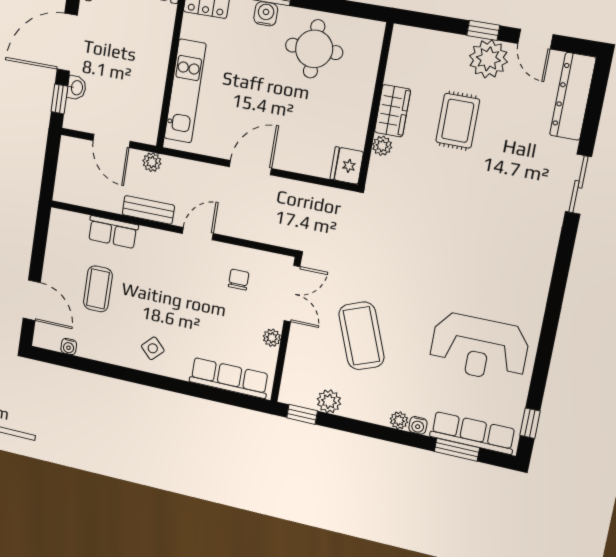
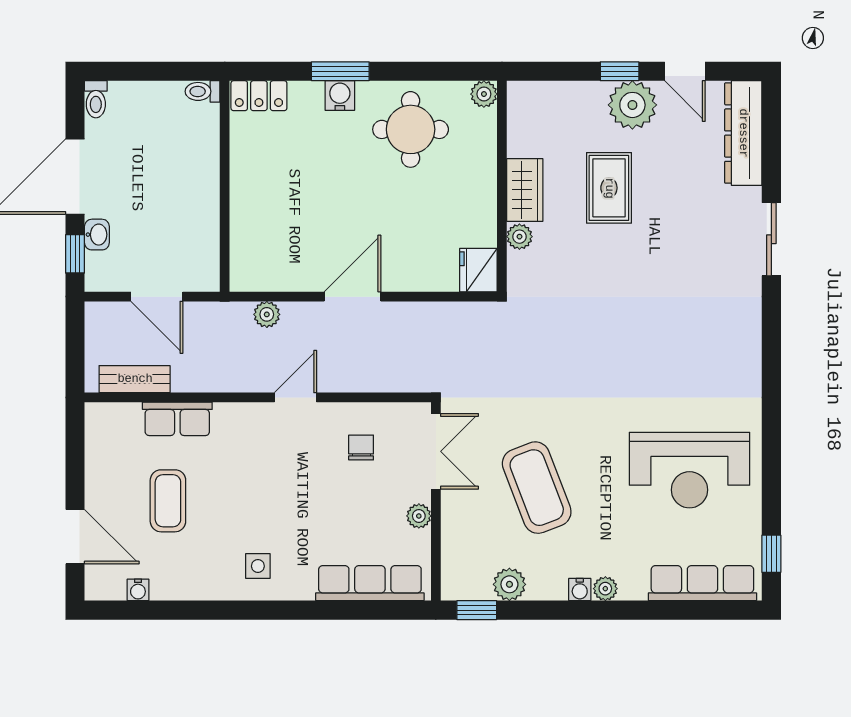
plant: (374, 31) -> (484, 94), added
kitchen unit: (185, 91) -> (248, 213), removed
plant: (152, 162) -> (267, 314), moved
bench: (148, 210) -> (135, 379), moved
side table: (153, 348) -> (258, 566), turned 45
water cooler: (418, 425) -> (580, 590), moved
window: (457, 450) -> (686, 610), removed

